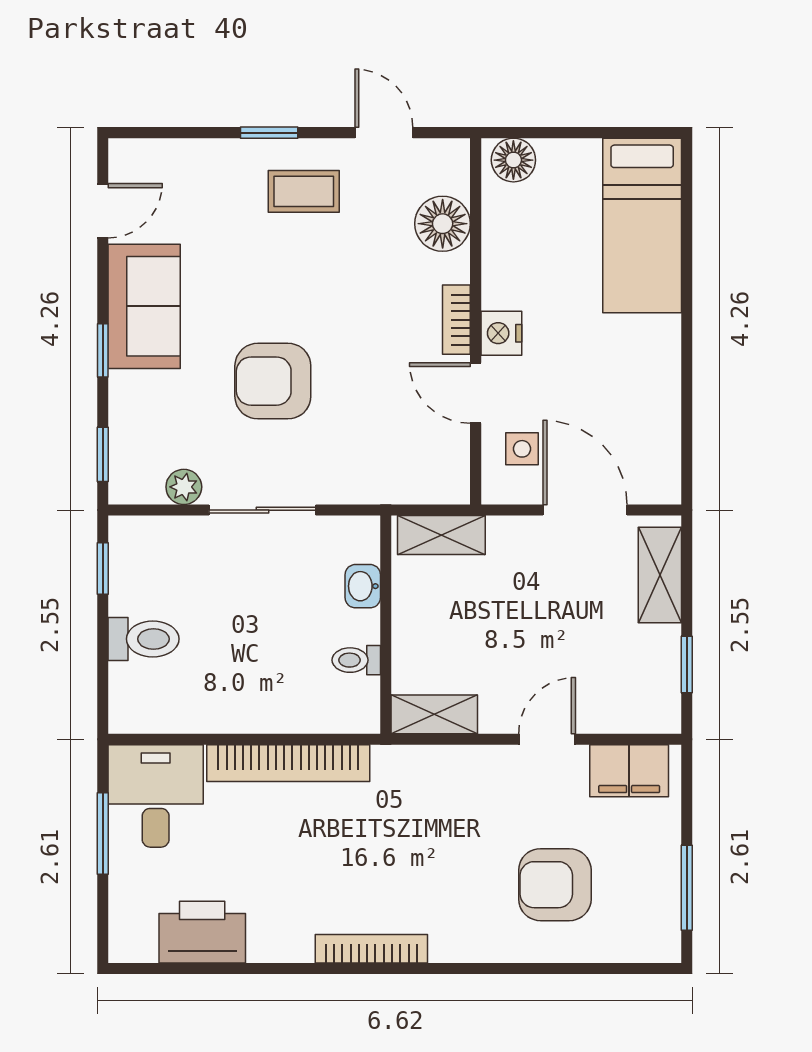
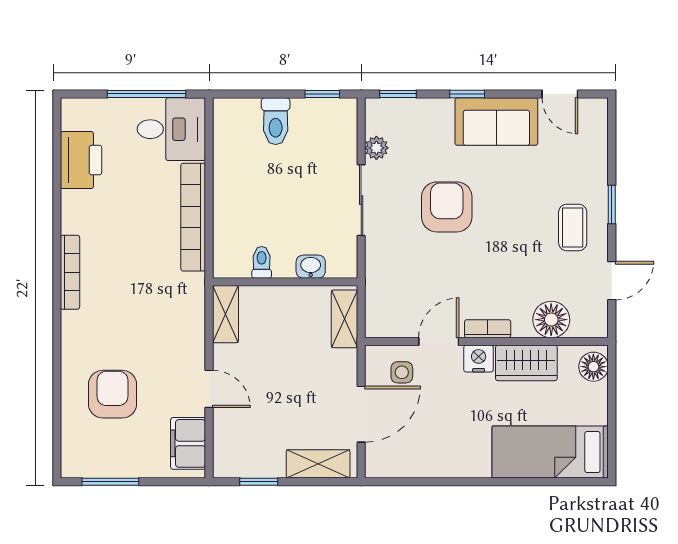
wardrobe: (508, 261) -> (526, 363), added
window: (103, 833) -> (146, 94), width x1.44

